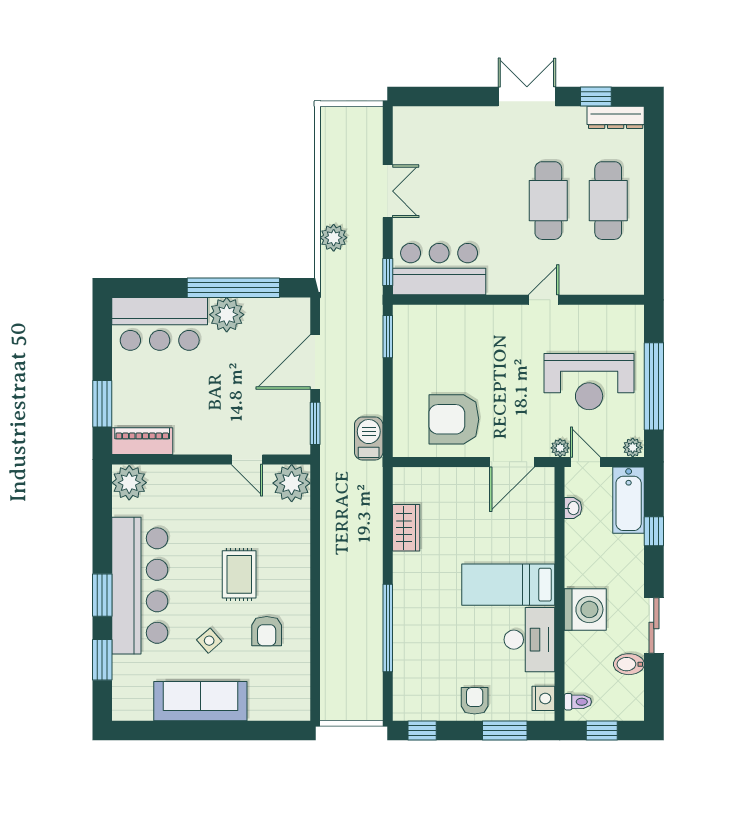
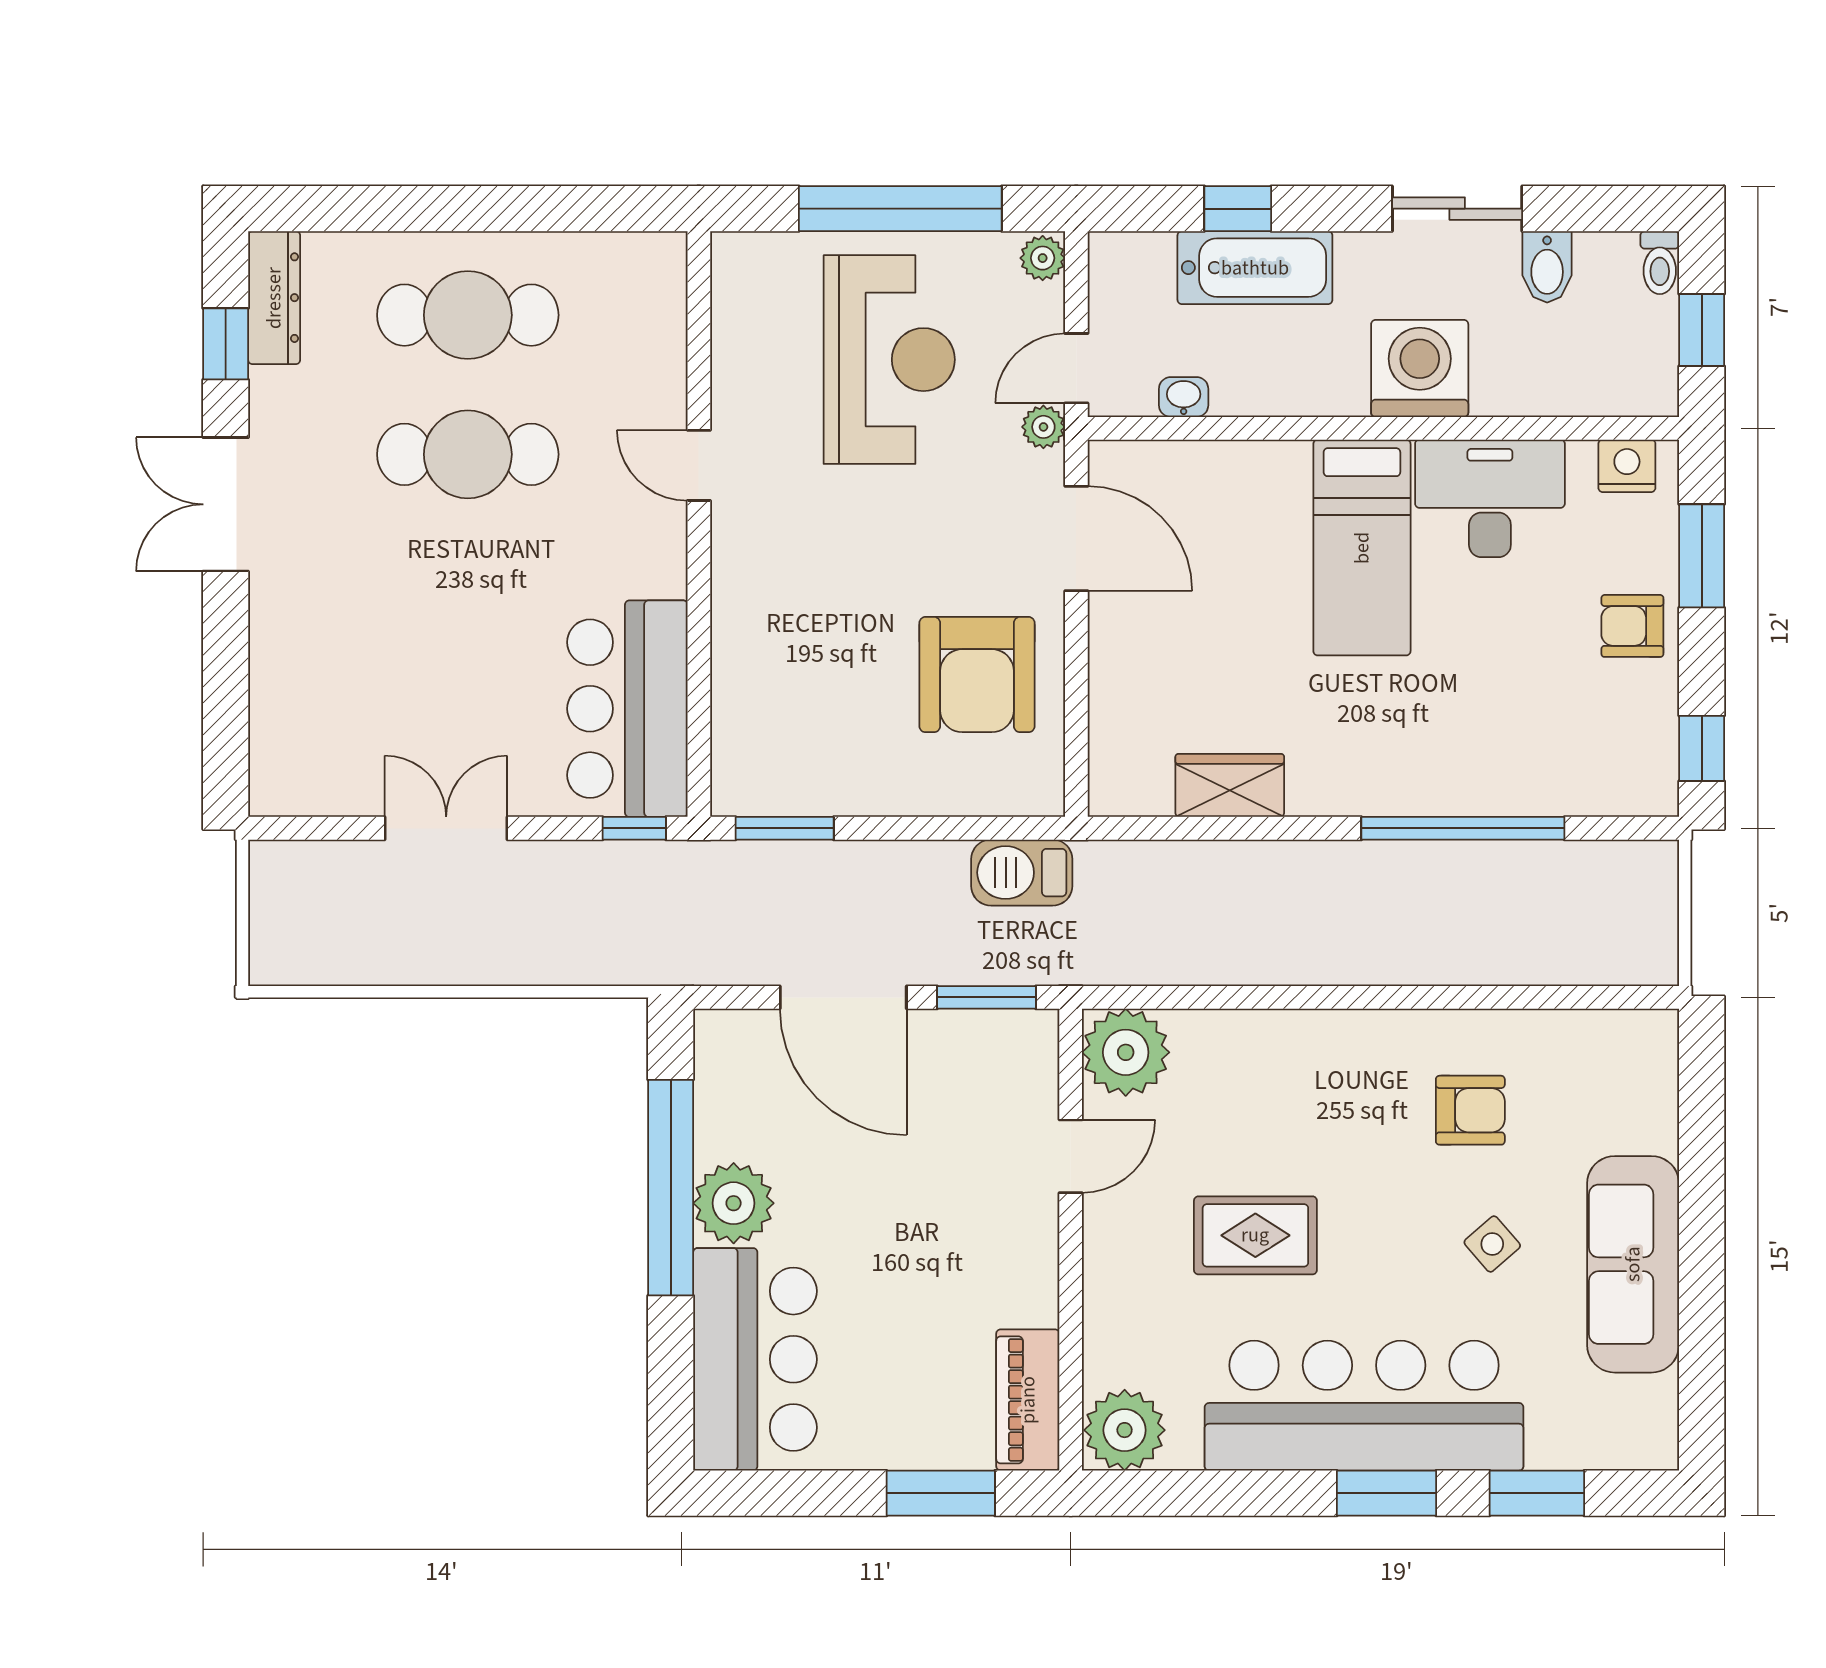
plant: (334, 238) -> (554, 954), removed
bathtub: (629, 500) -> (1255, 268), moved
rug: (239, 574) -> (1255, 1235), moved
toilet: (578, 702) -> (1660, 263), moved, turned 180

